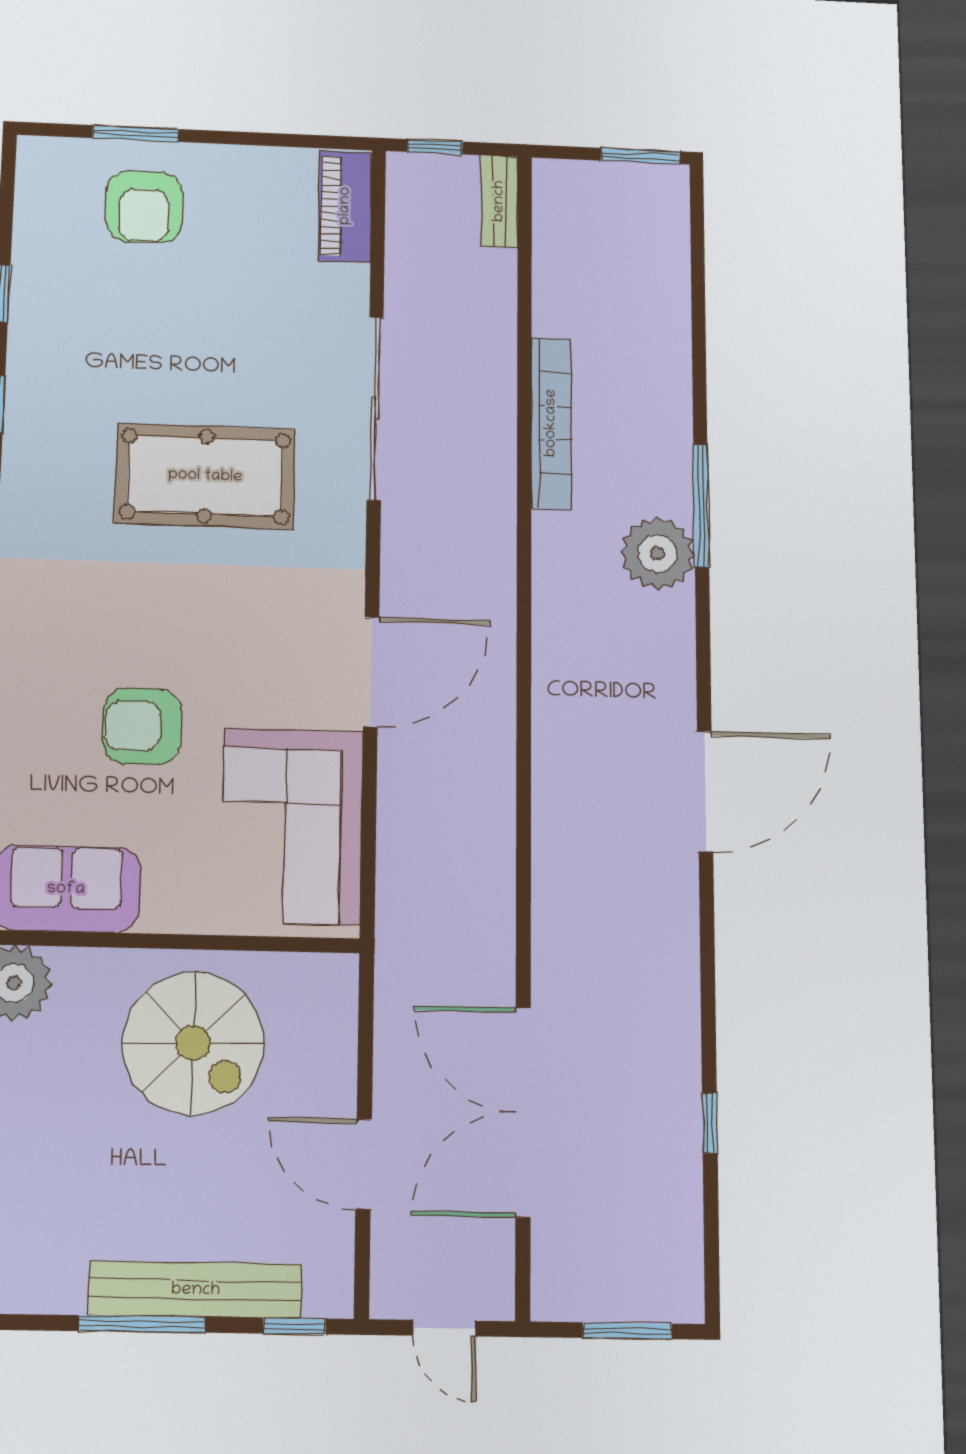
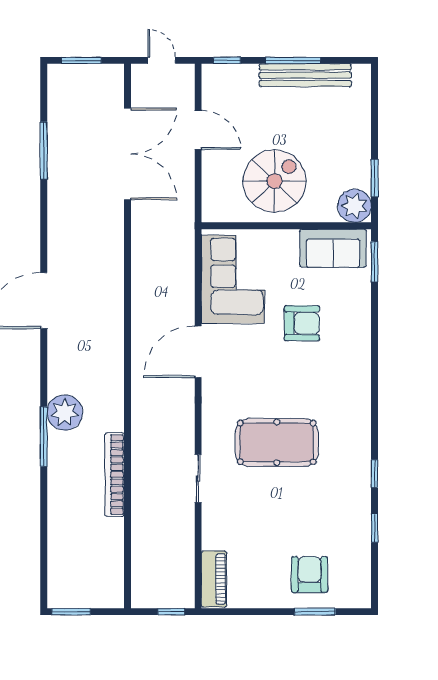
bench: (499, 201) -> (140, 585), removed
sliding door: (375, 408) -> (198, 478), width x0.54
spiral stairs: (193, 1043) -> (275, 181), turned 90
window: (710, 1123) -> (44, 150), width x2.17
bench: (196, 1290) -> (305, 75), moved

